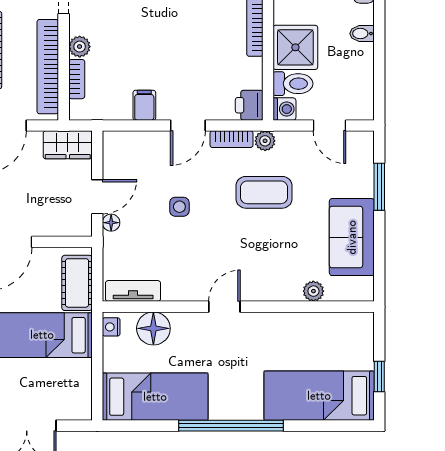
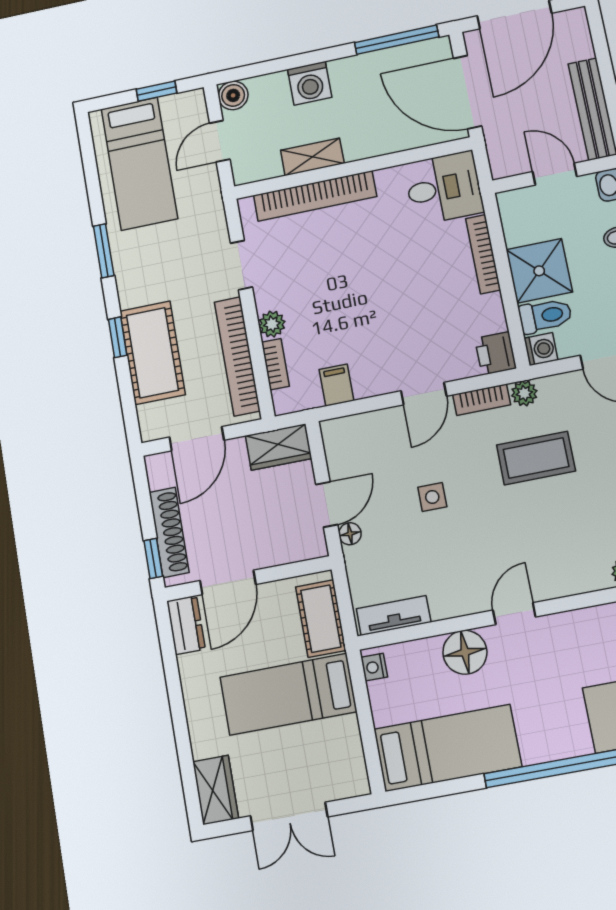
filing cabinet: (144, 105) -> (336, 385), moved
floor lamp: (153, 328) -> (465, 652), moved

